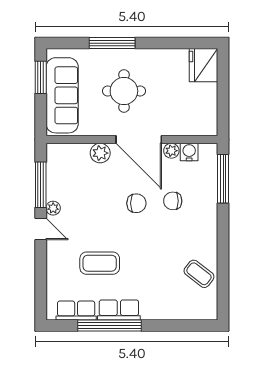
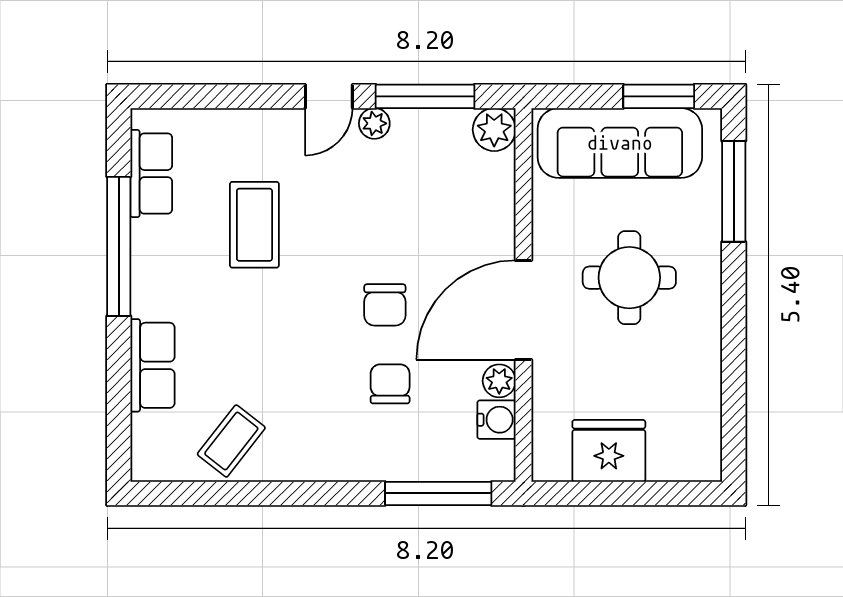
window: (112, 43) -> (734, 191), moved
fridge: (203, 65) -> (609, 451), moved
plant: (100, 153) -> (494, 130), moved
row of seats: (119, 310) -> (153, 365), moved

